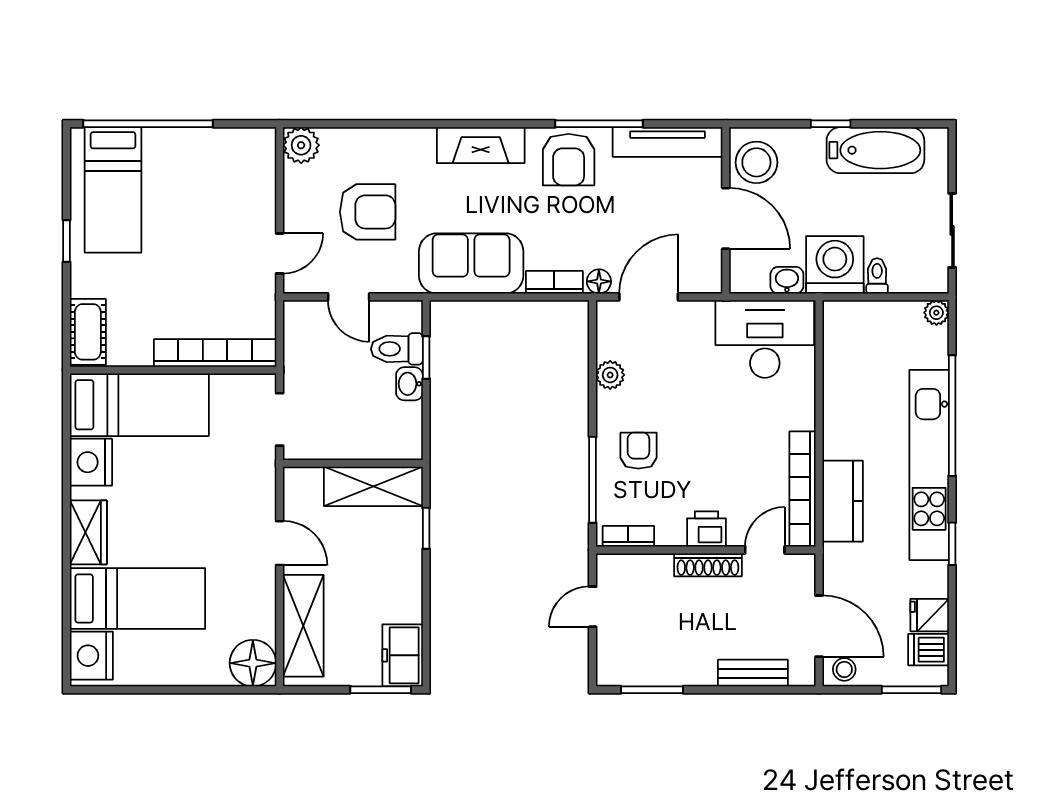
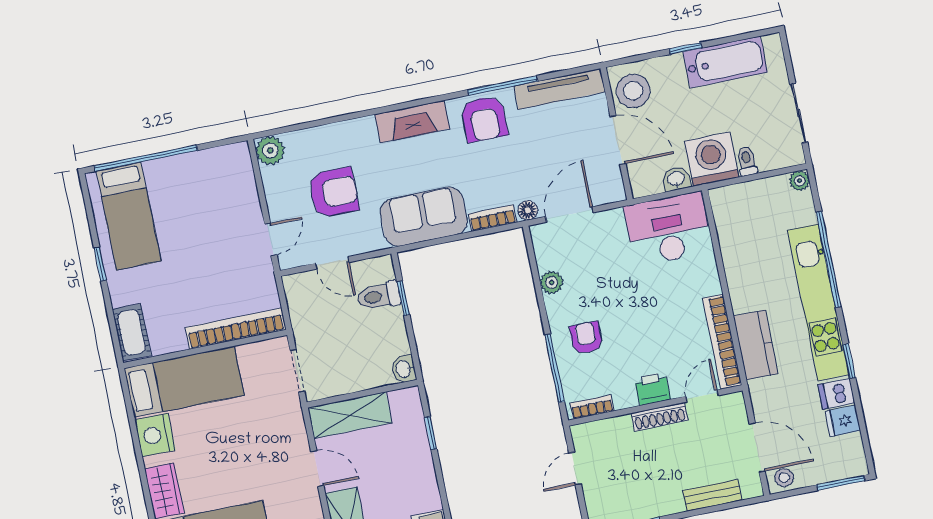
washbasin: (409, 384) -> (404, 369), moved
shelving: (373, 486) -> (350, 415), moved
dishwasher: (928, 650) -> (836, 394), moved

